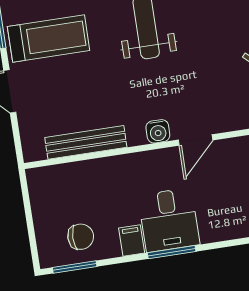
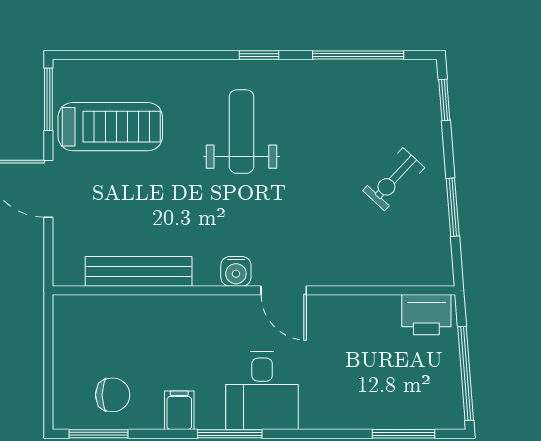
door: (195, 140) -> (284, 290), hinge flipped
desk: (169, 220) -> (262, 391), moved

